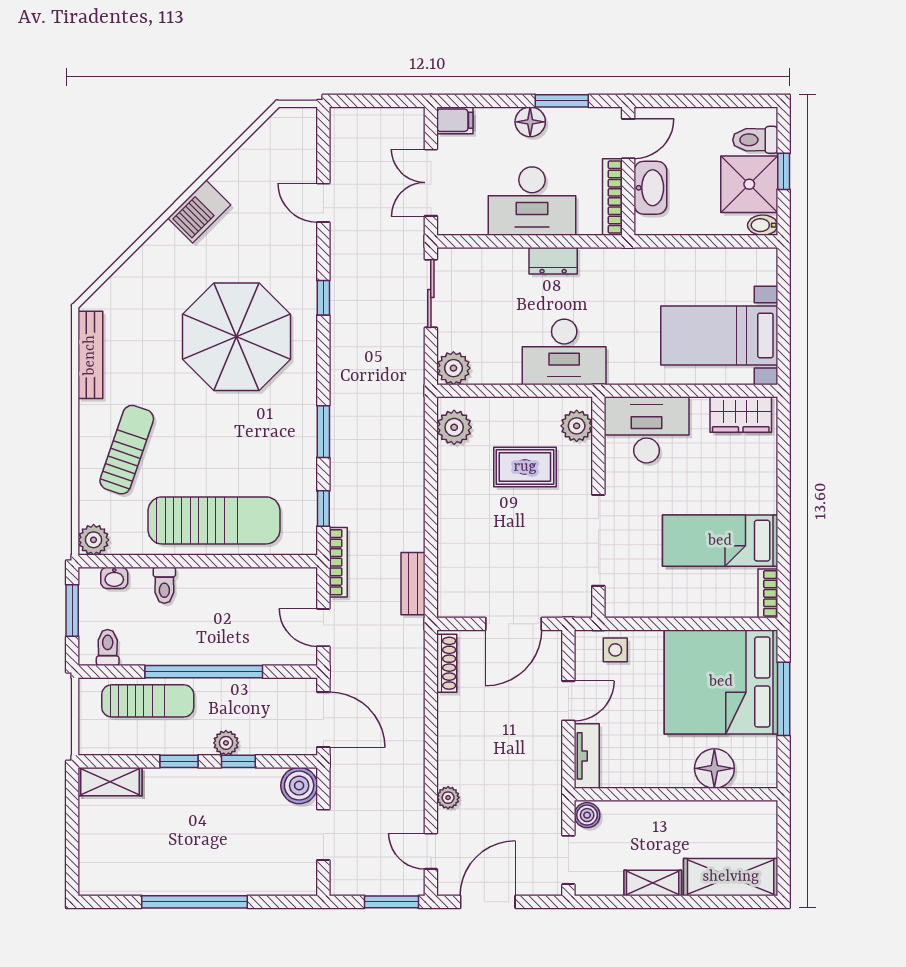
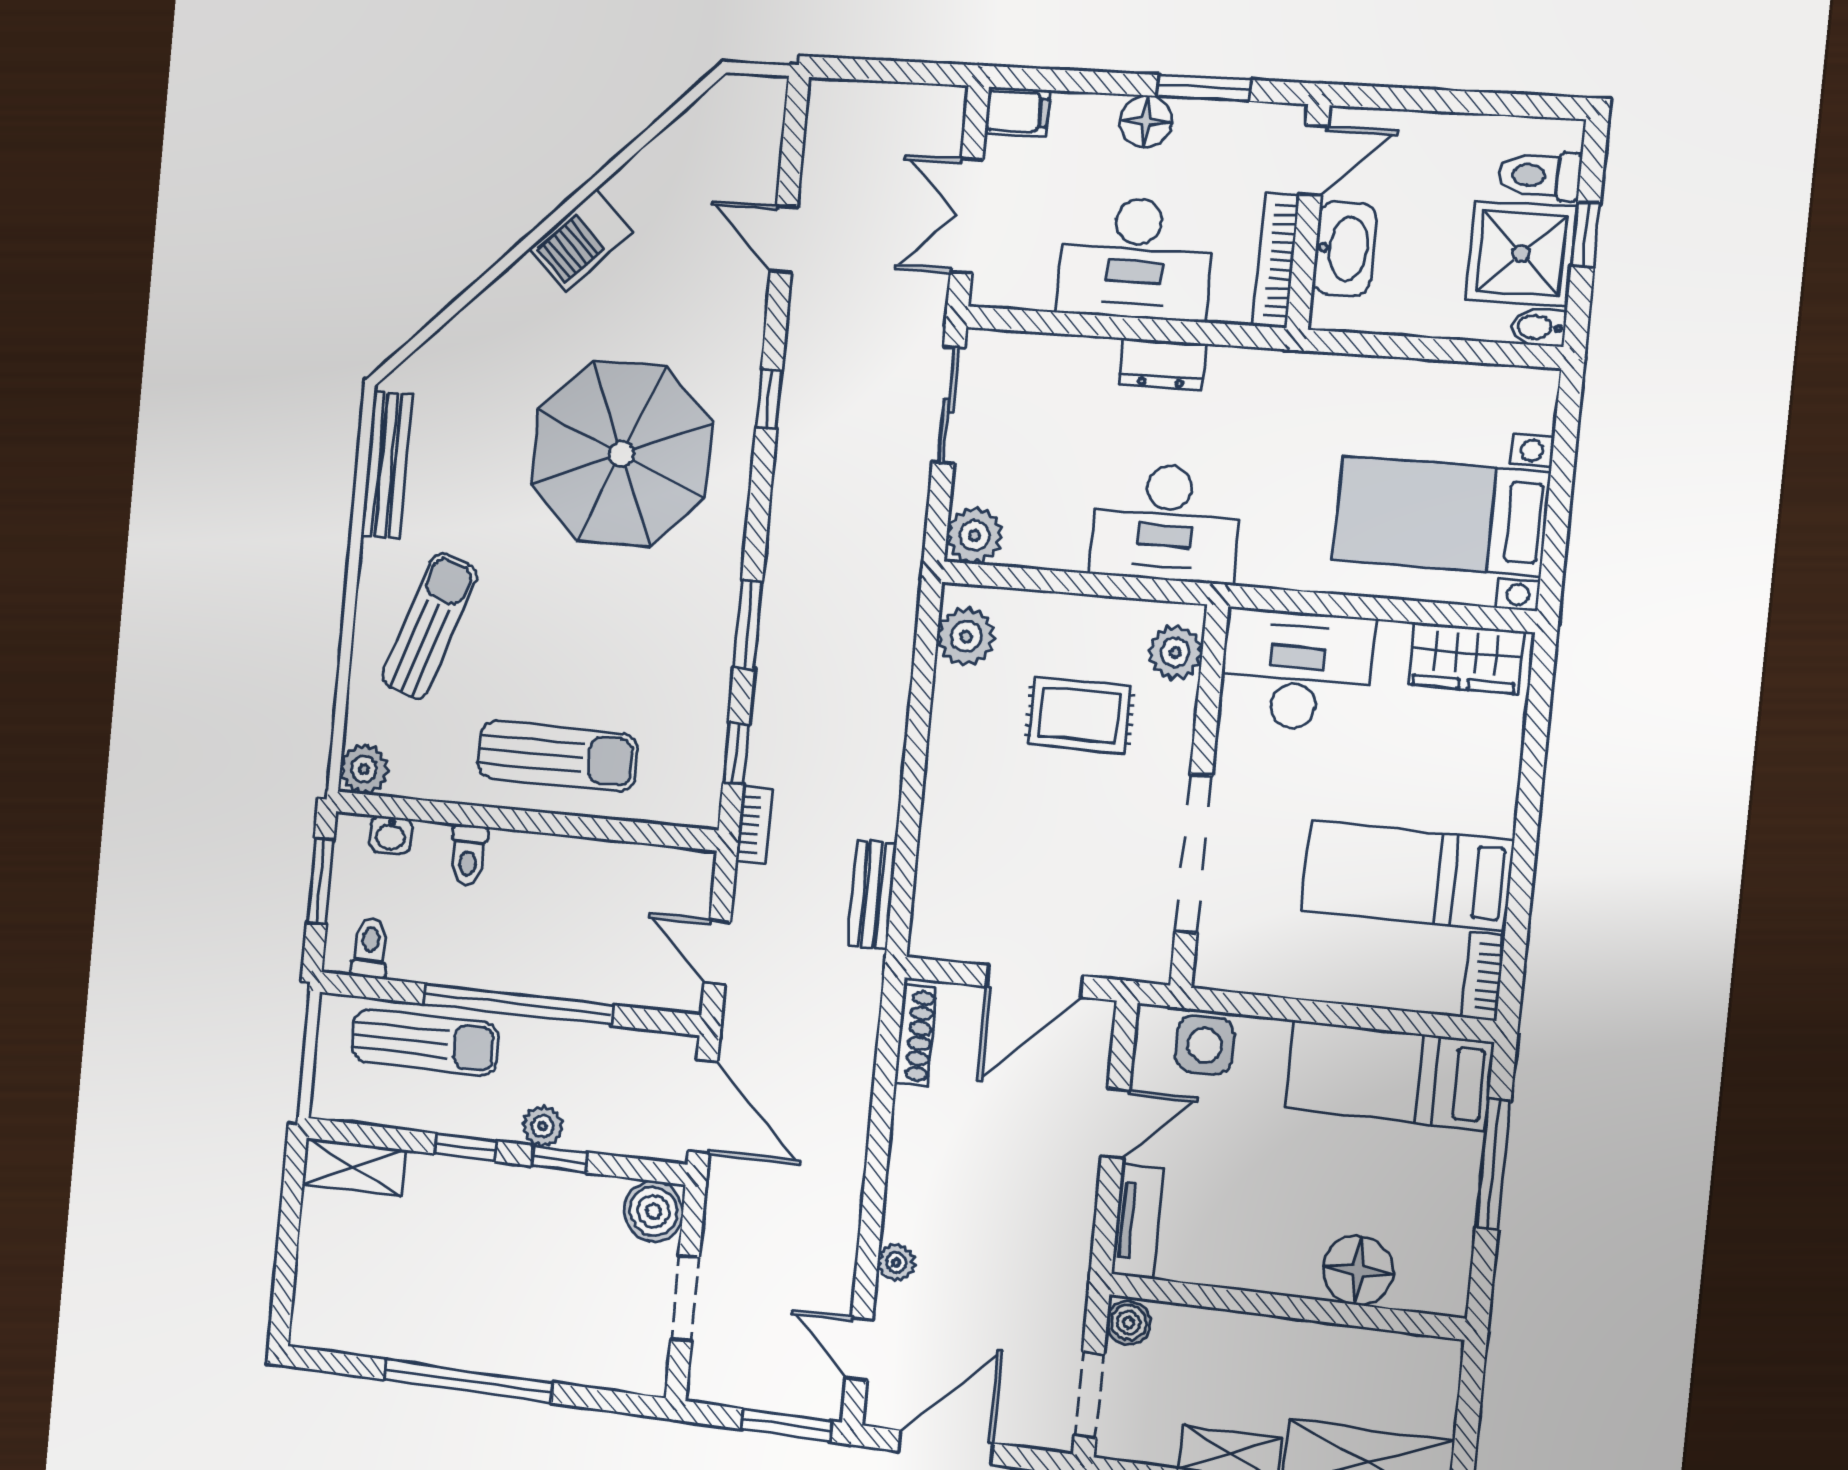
sun lounger: (214, 520) -> (557, 756), width x0.73, depth x0.75
bookcase: (338, 562) -> (754, 825), width x0.64
side table: (615, 650) -> (1205, 1045), width x1.37, depth x1.37
bed: (721, 682) -> (1389, 1075), width x0.49

